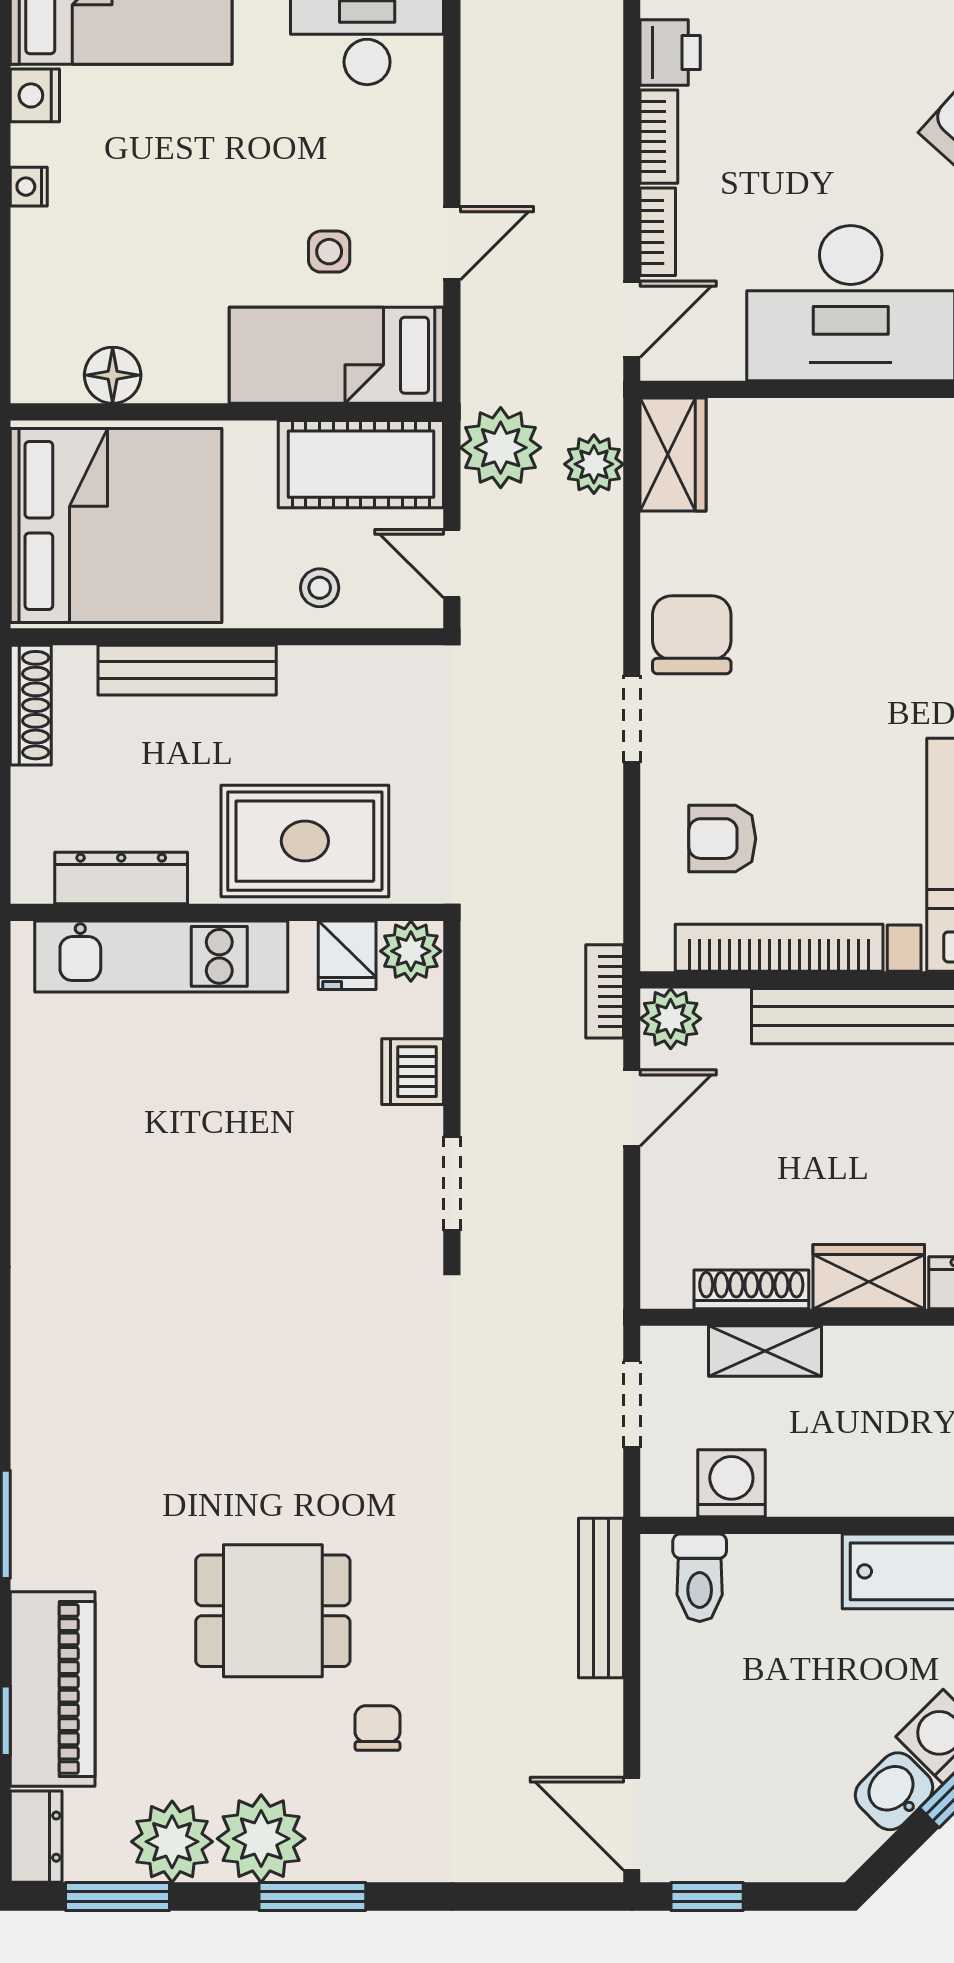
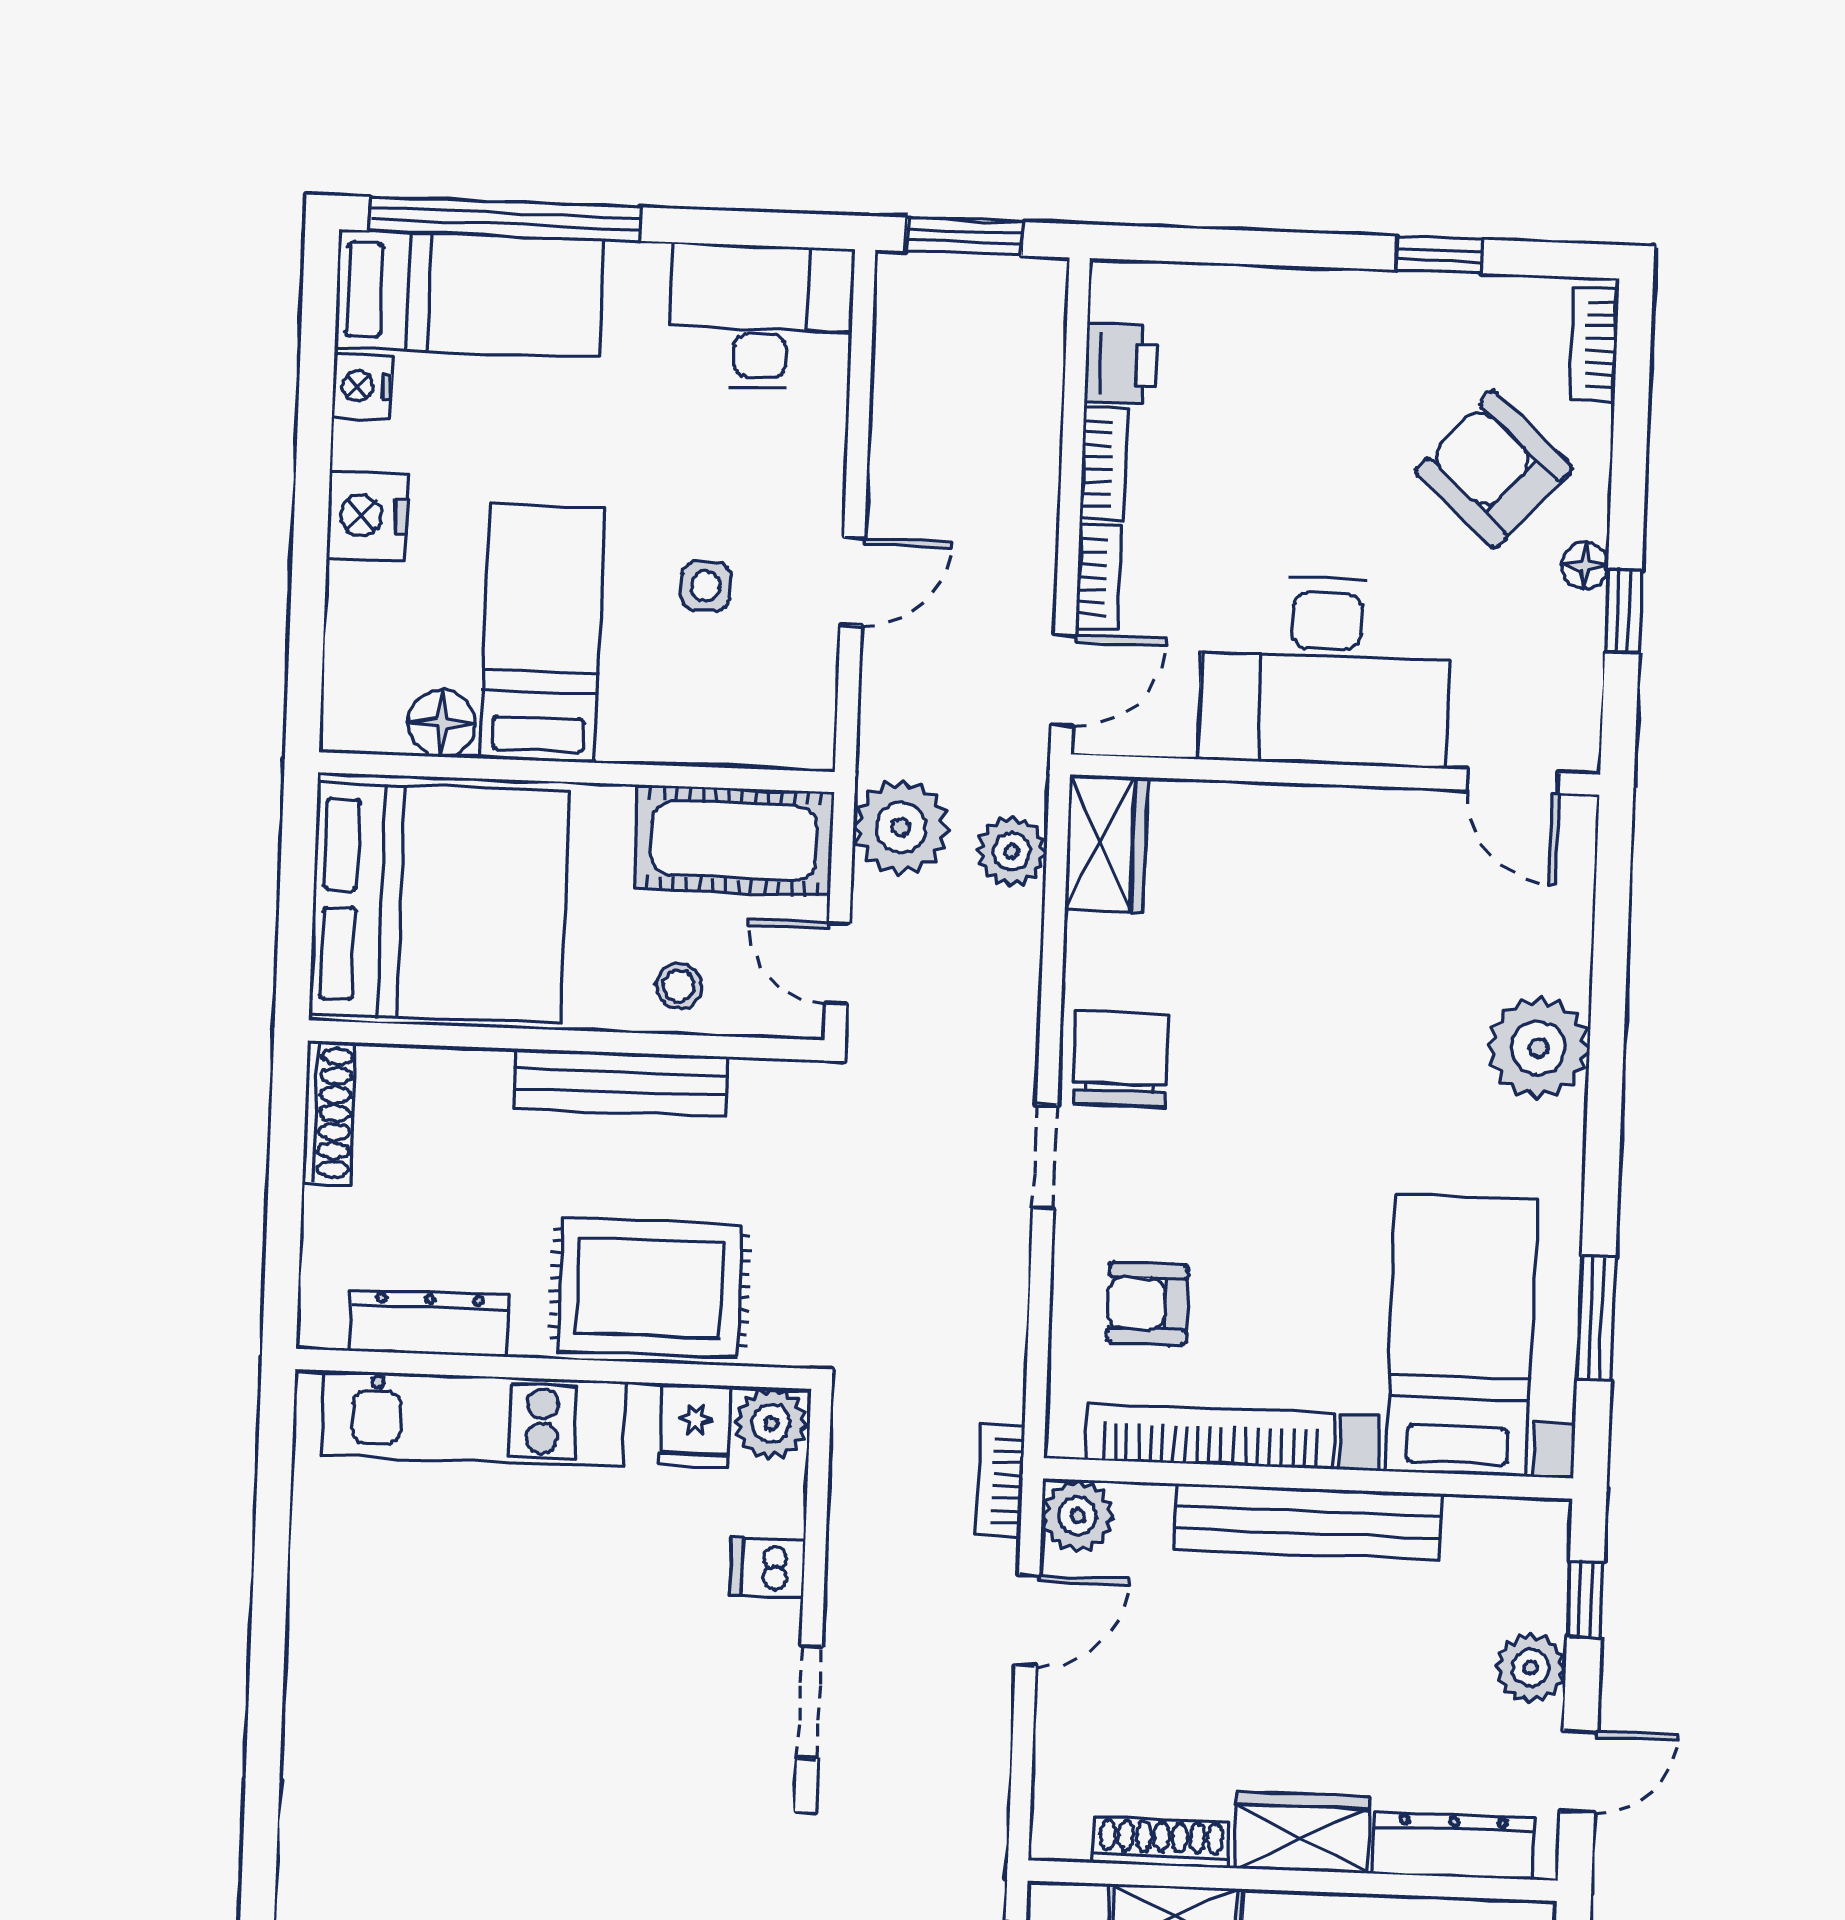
nightstand: (29, 187) -> (367, 516), width x1.89, depth x1.79
bed: (336, 355) -> (542, 633), moved, turned 90
bench: (187, 670) -> (620, 1082), moved
dishwasher: (413, 1072) -> (768, 1567), width x0.73

